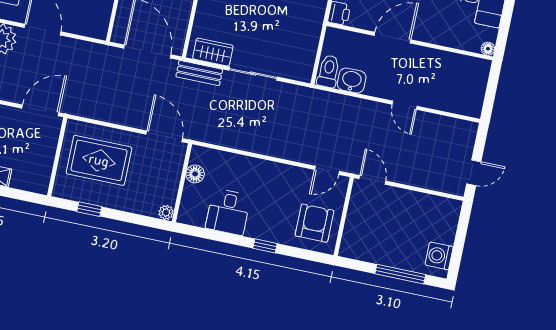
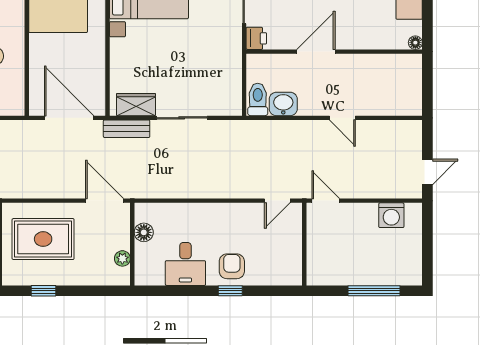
plant: (166, 212) -> (122, 258), moved
armchair: (314, 223) -> (232, 266), moved, width x0.72, depth x0.72
washing machine: (439, 256) -> (391, 215), moved, turned -90

